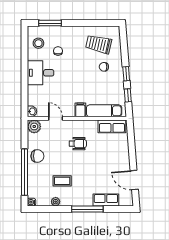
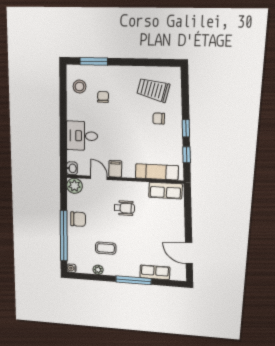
desk: (41, 73) -> (82, 136), moved
filing cabinet: (80, 110) -> (115, 169), moved

